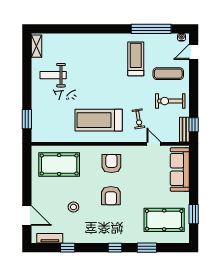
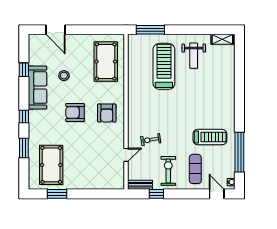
weight bench: (53, 75) -> (194, 56), turned 180
window: (27, 119) -> (150, 30), width x1.44
treadmill: (99, 120) -> (164, 66), moved
window: (194, 125) -> (156, 194), moved
armchair: (111, 163) -> (107, 113), turned 90
sofa: (180, 169) -> (37, 87), moved, turned 90
door: (27, 215) -> (56, 30), hinge flipped
tv unit: (50, 238) -> (33, 52), removed

